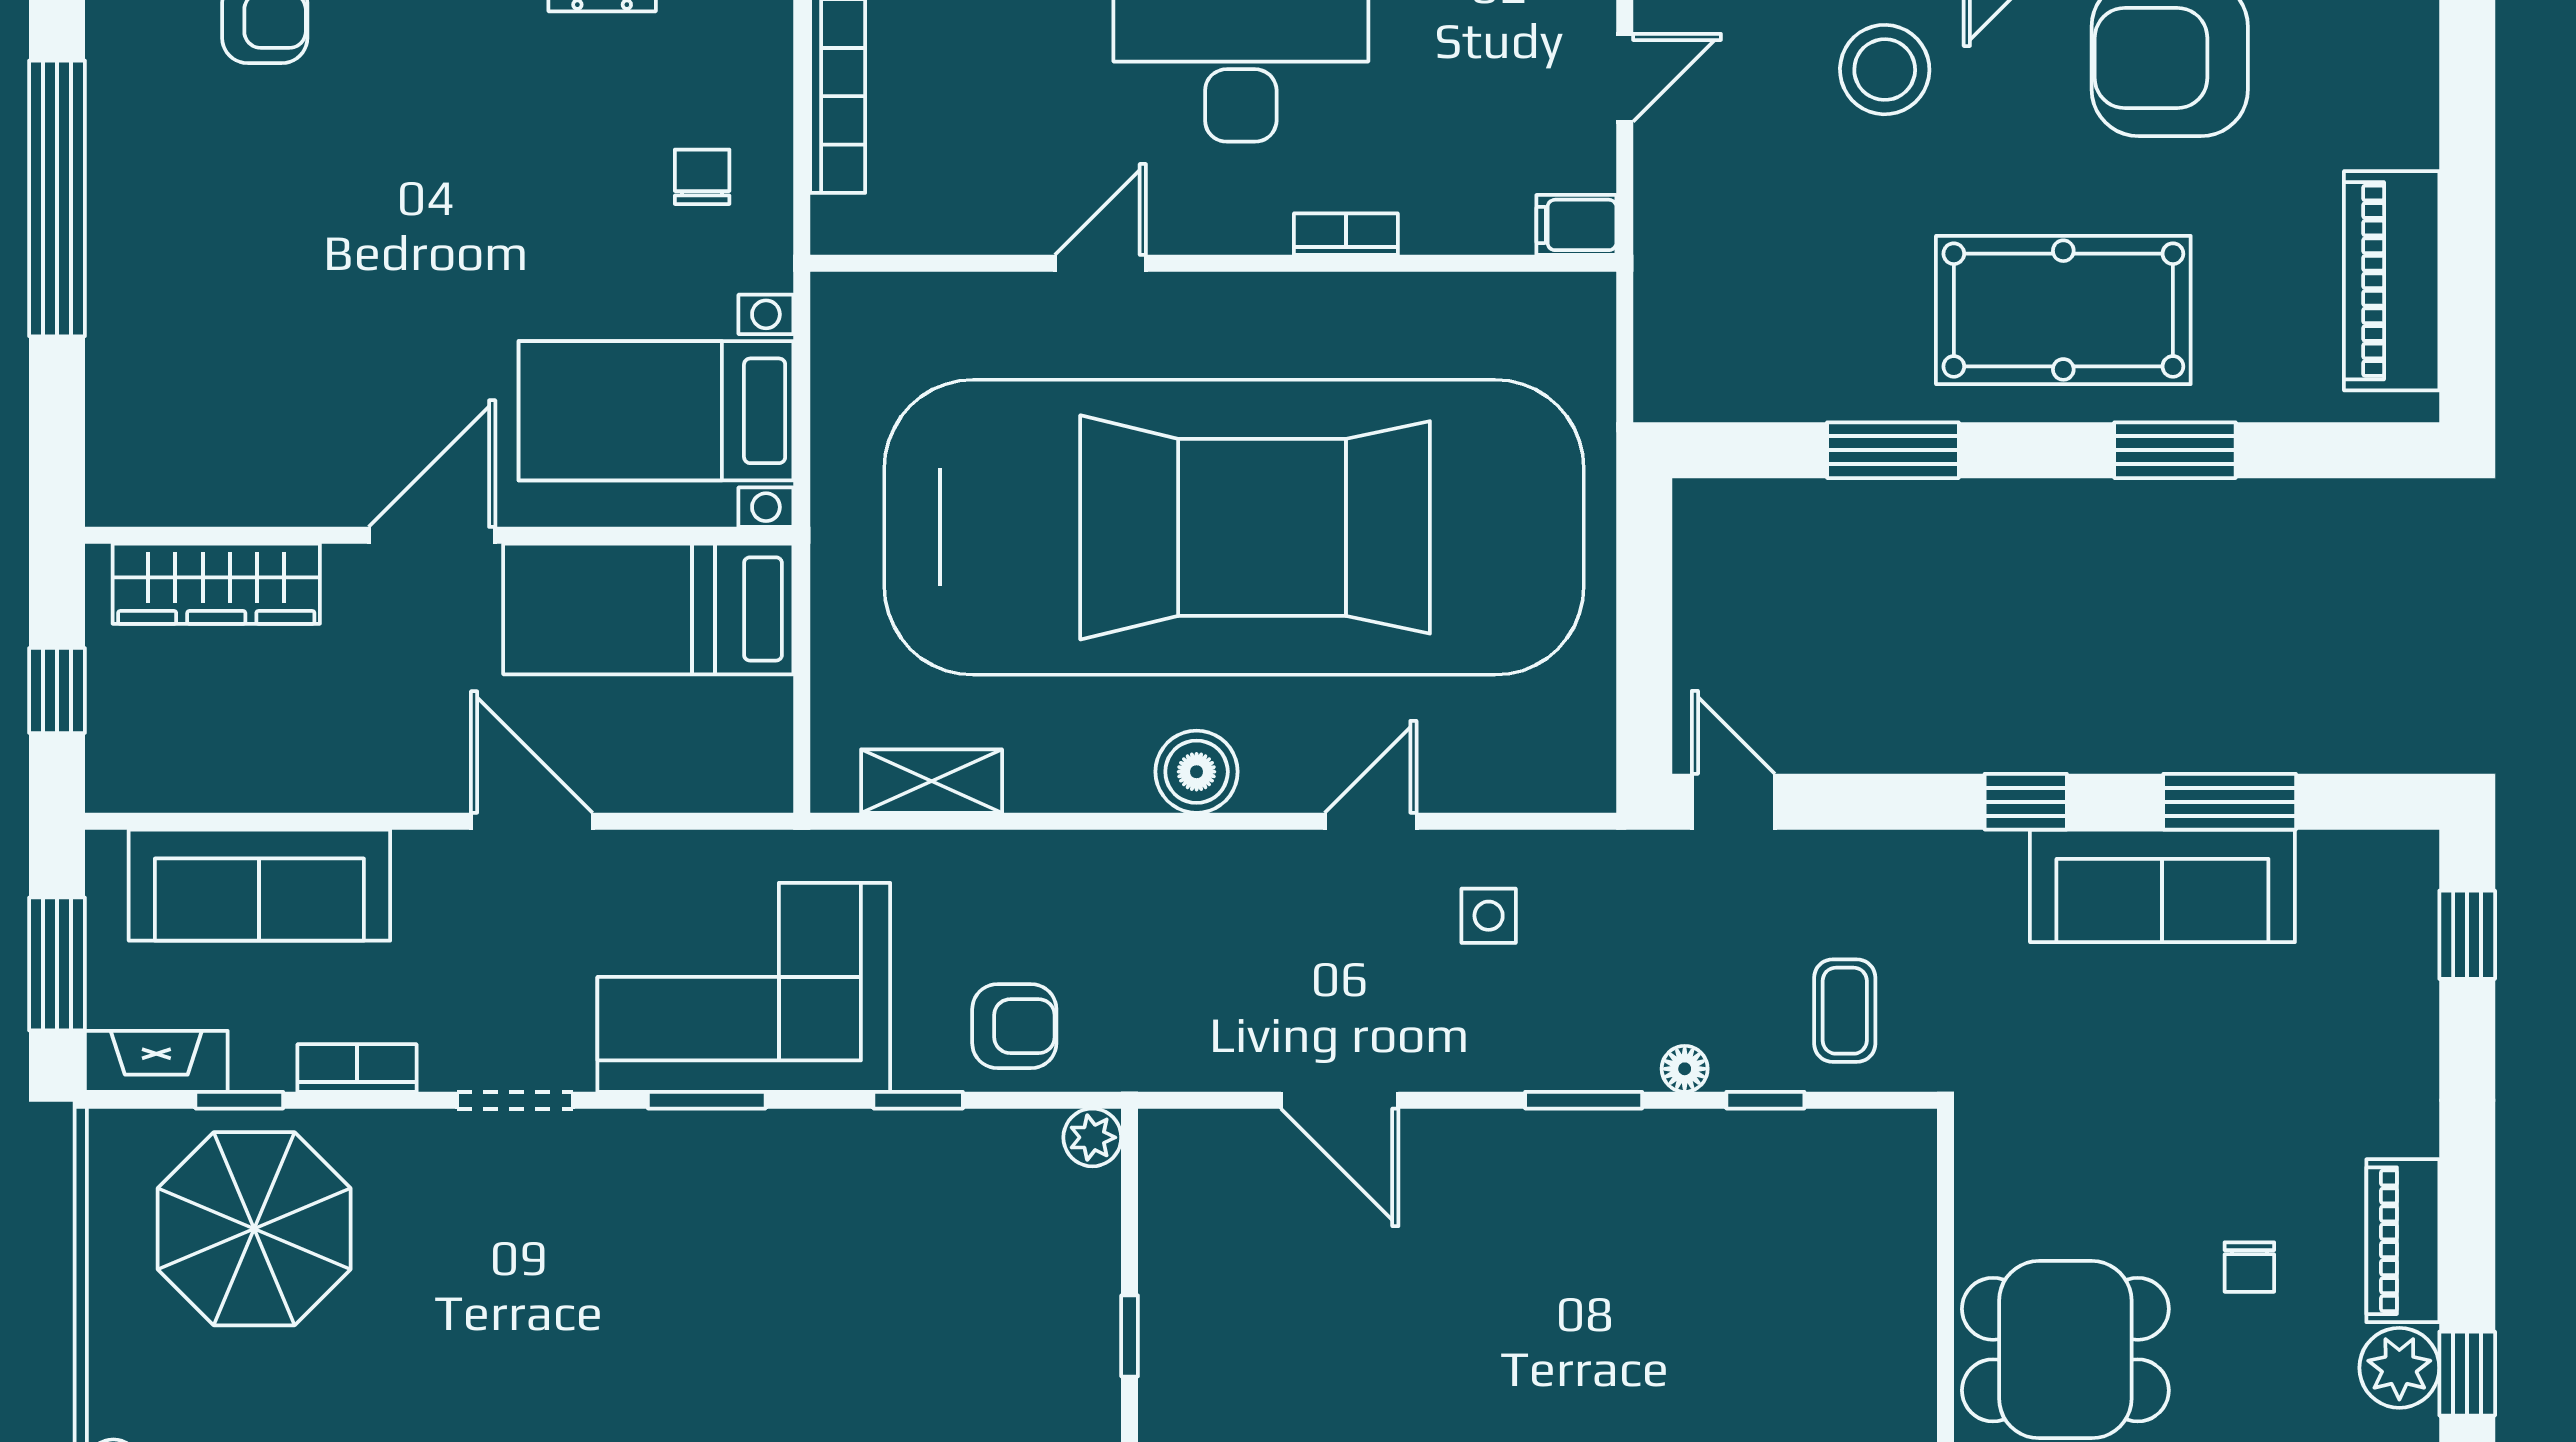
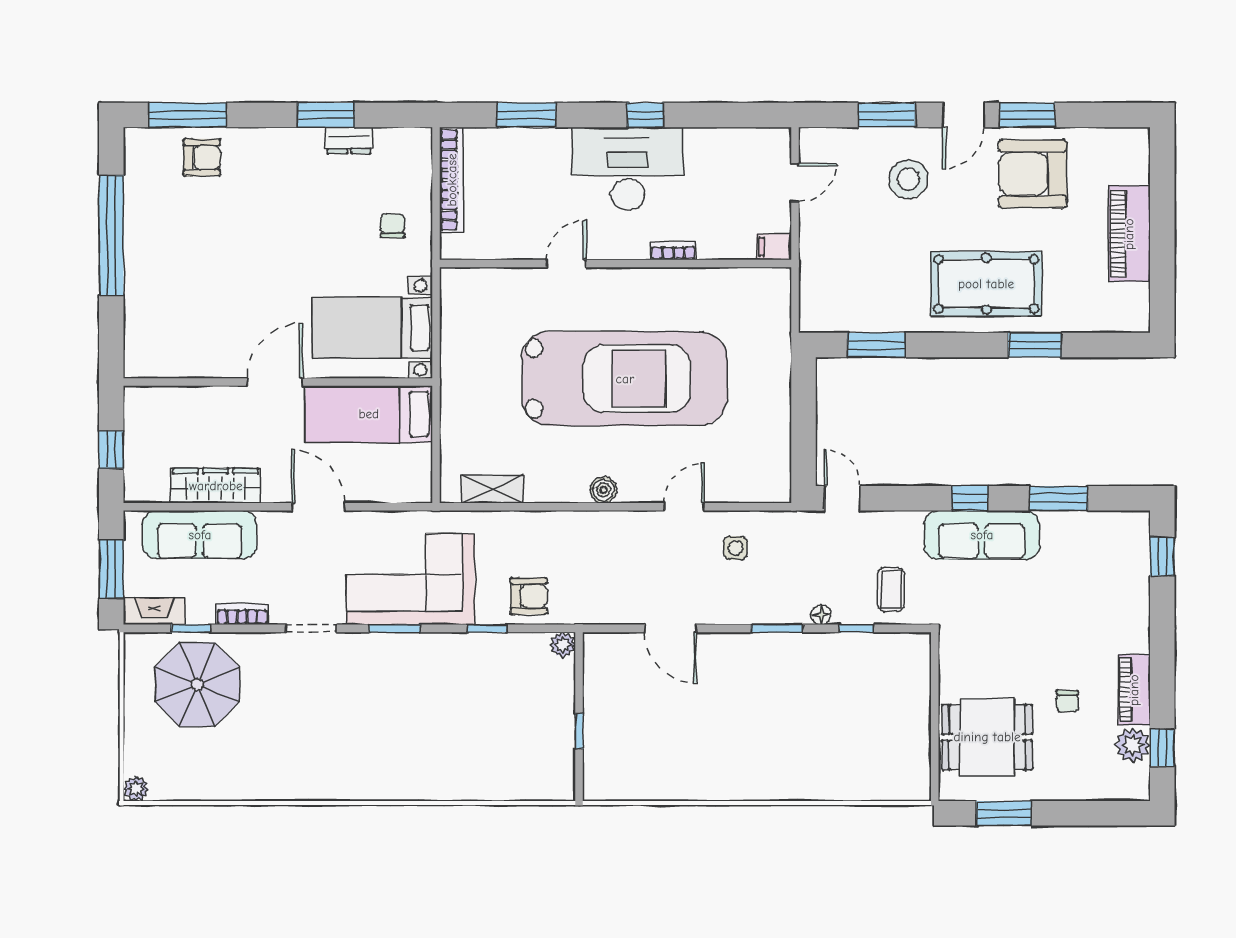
piano: (2392, 281) -> (1129, 234), moved
window: (1893, 450) -> (876, 345), moved
car: (1234, 527) -> (625, 379), width x0.73, depth x0.67
wardrobe: (216, 584) -> (216, 486), moved, turned 180
boiler: (1197, 772) -> (603, 490), width x0.73, depth x0.73
sofa: (2162, 886) -> (982, 535), moved

